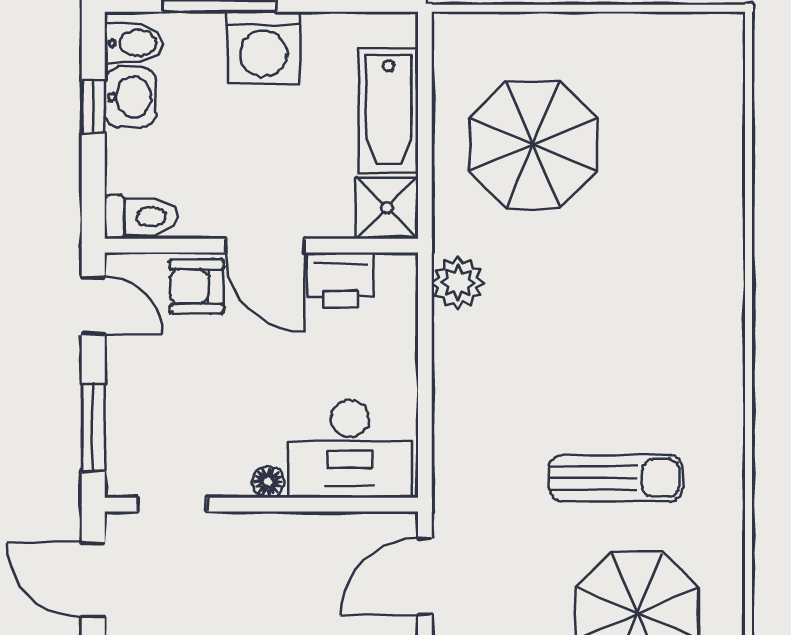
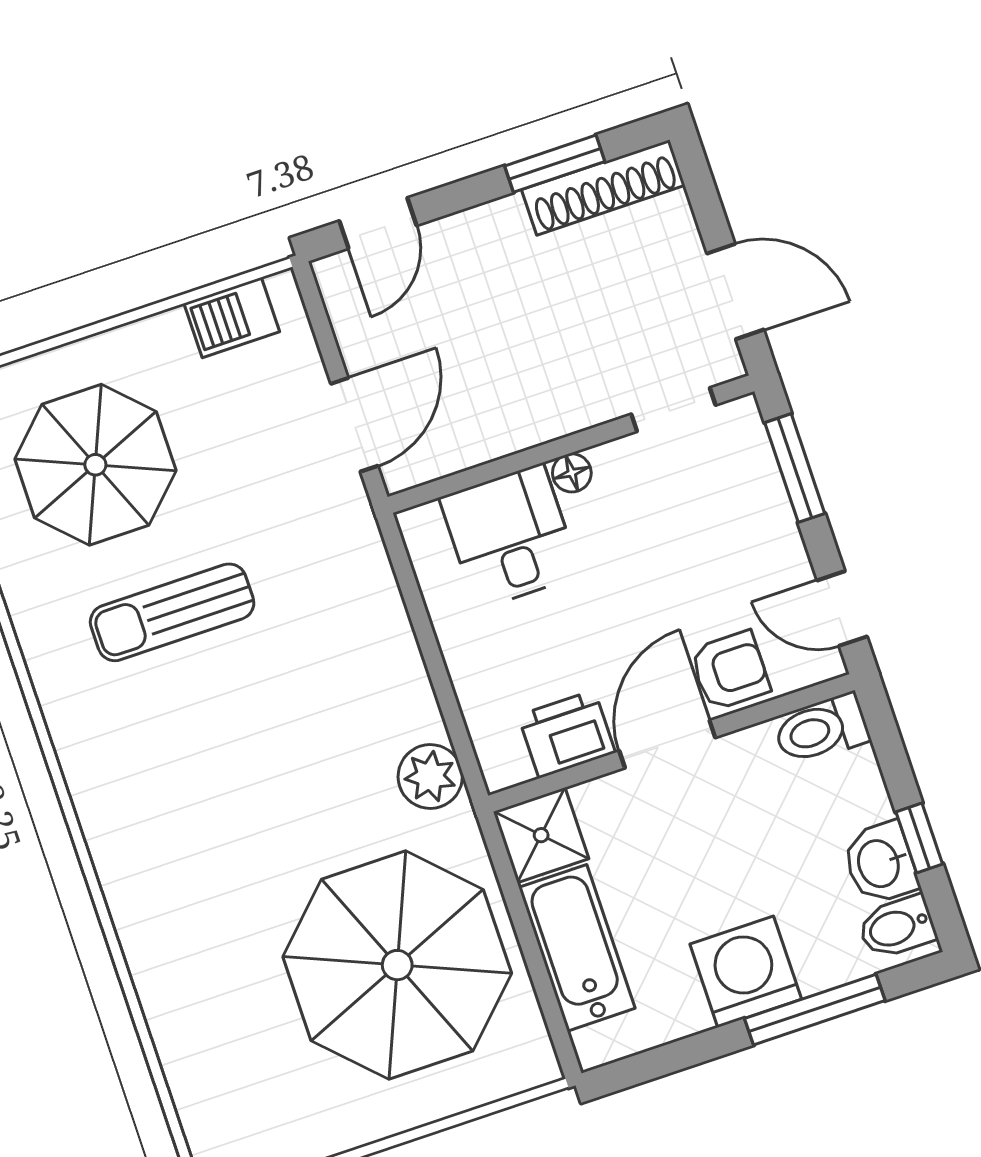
parasol: (533, 144) -> (397, 965), width x1.36, depth x1.36
door: (265, 246) -> (667, 744), hinge flipped
desk: (350, 449) -> (510, 536), width x0.73

